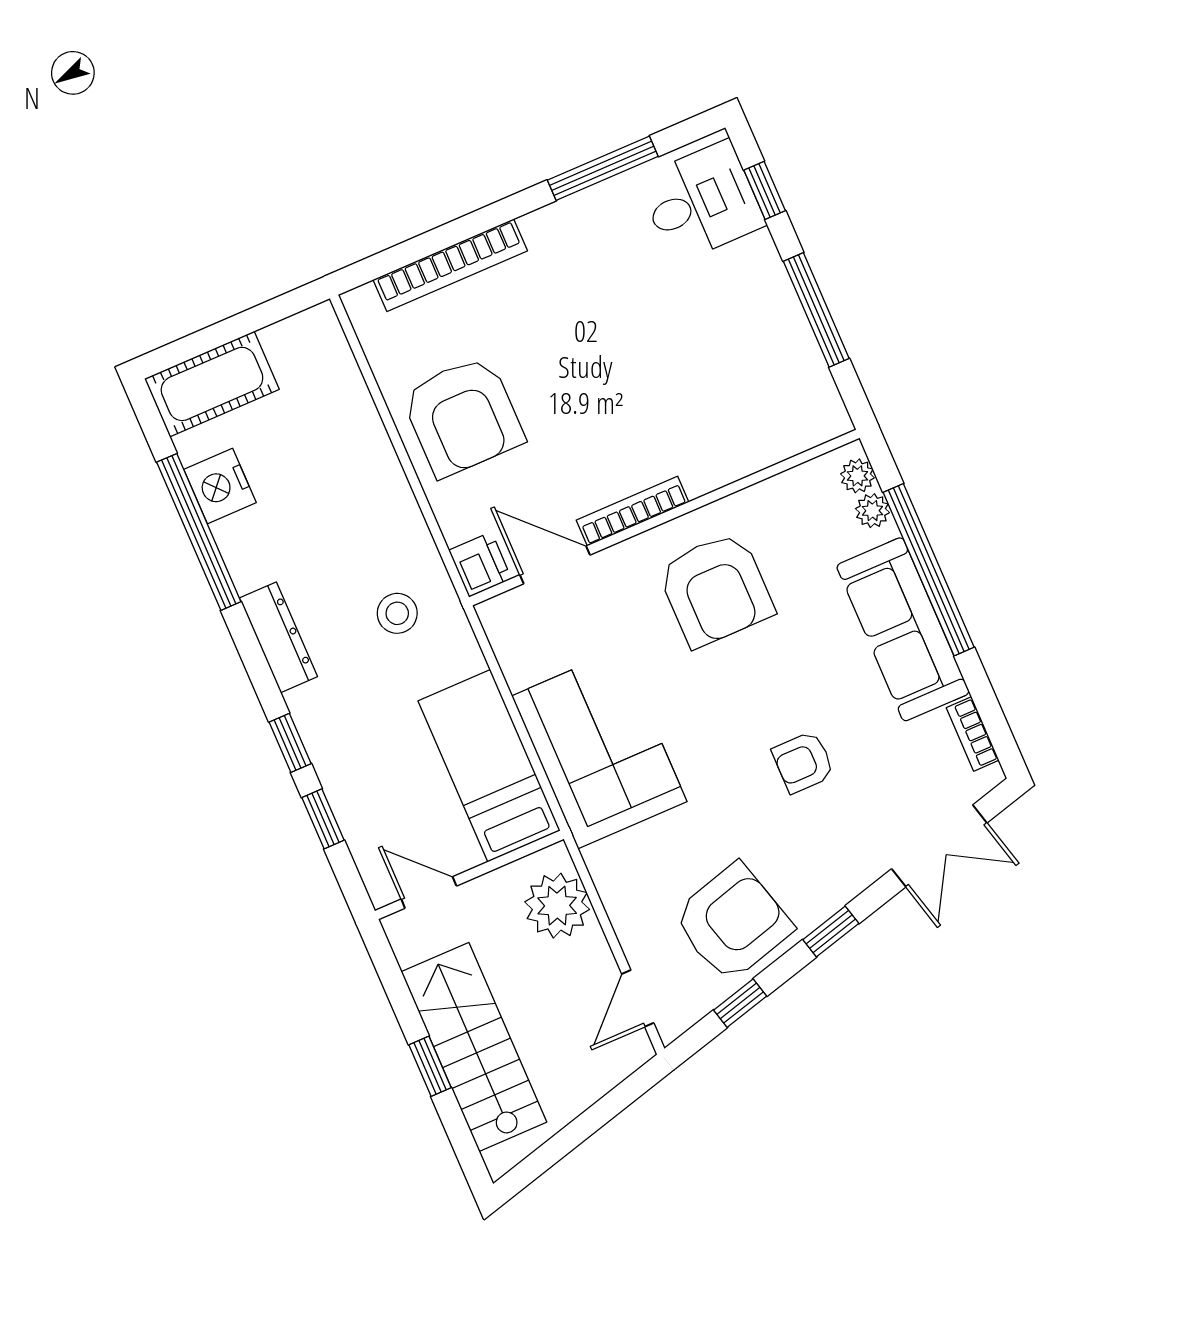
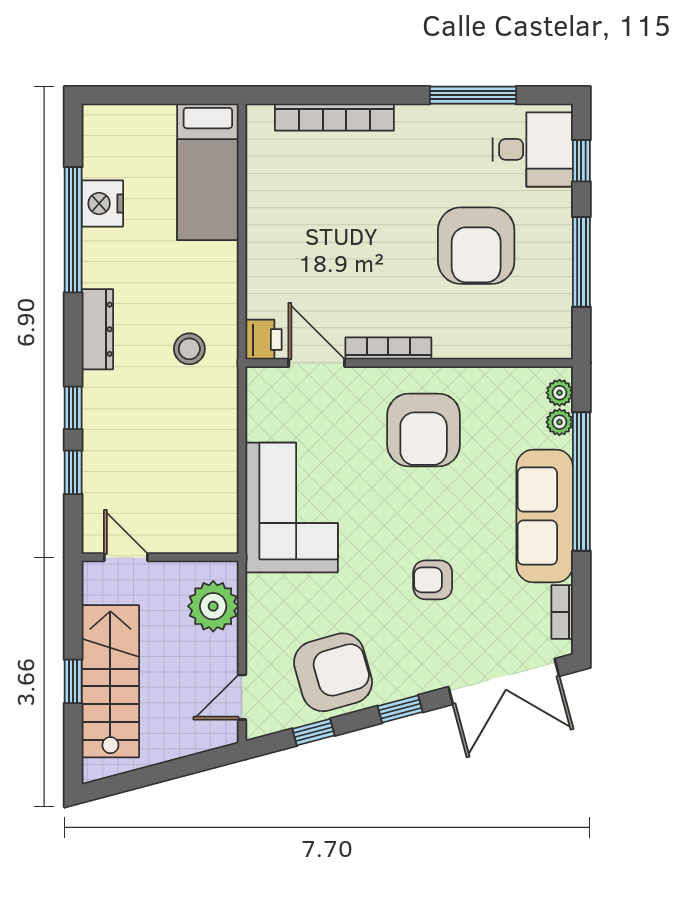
cot: (212, 384) -> (128, 128), removed
armchair: (463, 416) -> (476, 246), moved
bed: (489, 766) -> (208, 172), moved, turned 180
double door: (939, 846) -> (504, 681), width x1.37

